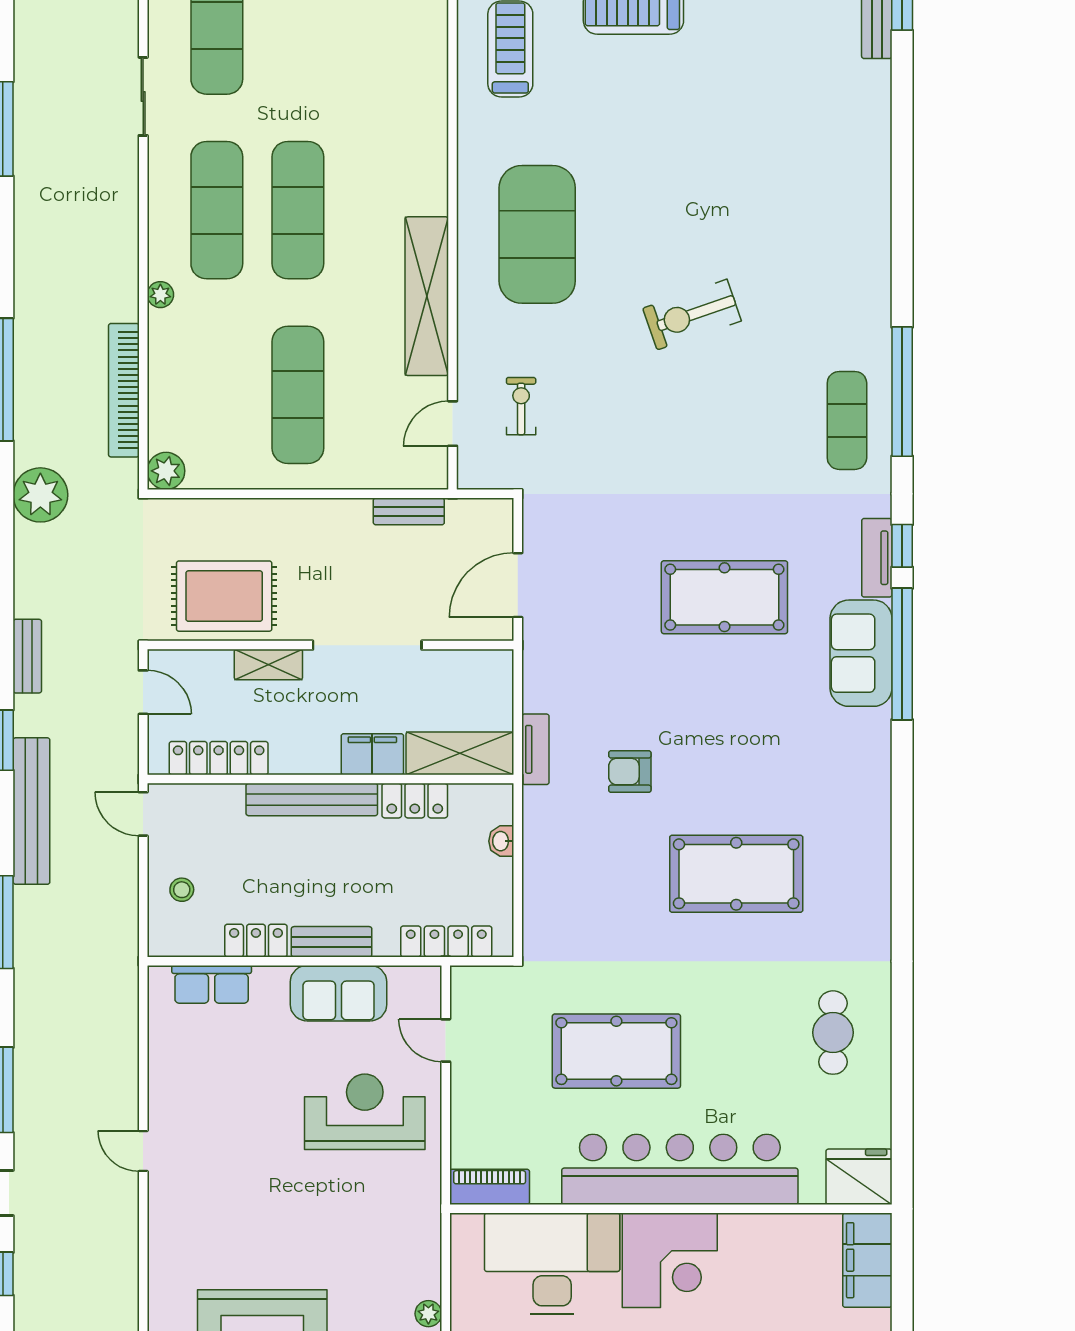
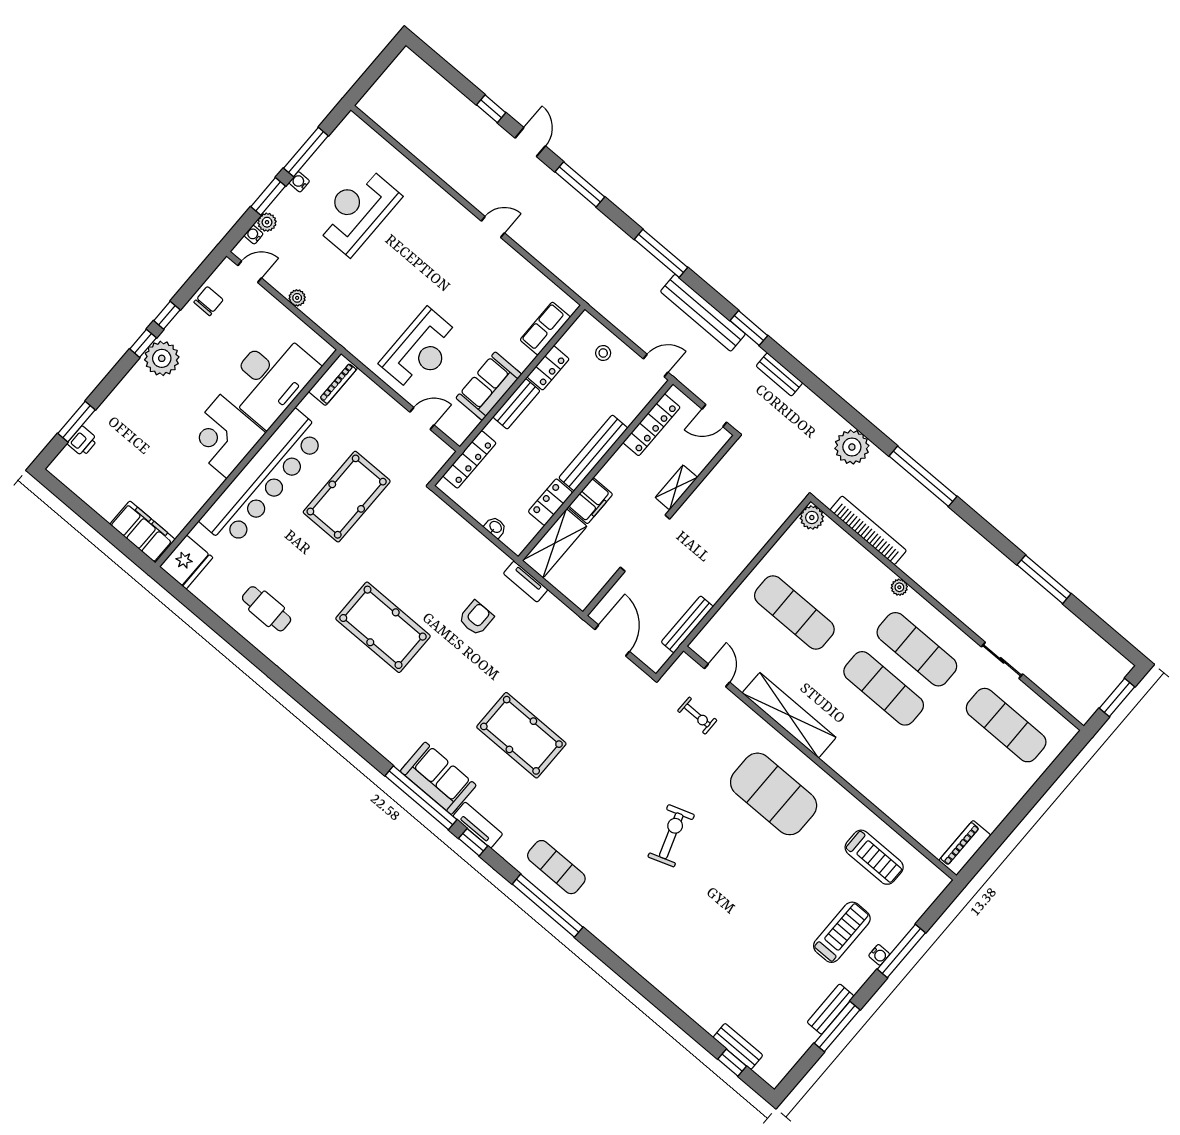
bench: (409, 511) -> (687, 624), width x1.36
rug: (224, 596) -> (728, 494), removed
pool table: (724, 597) -> (521, 735), turned 90
pool table: (736, 874) -> (383, 627), turned 90

